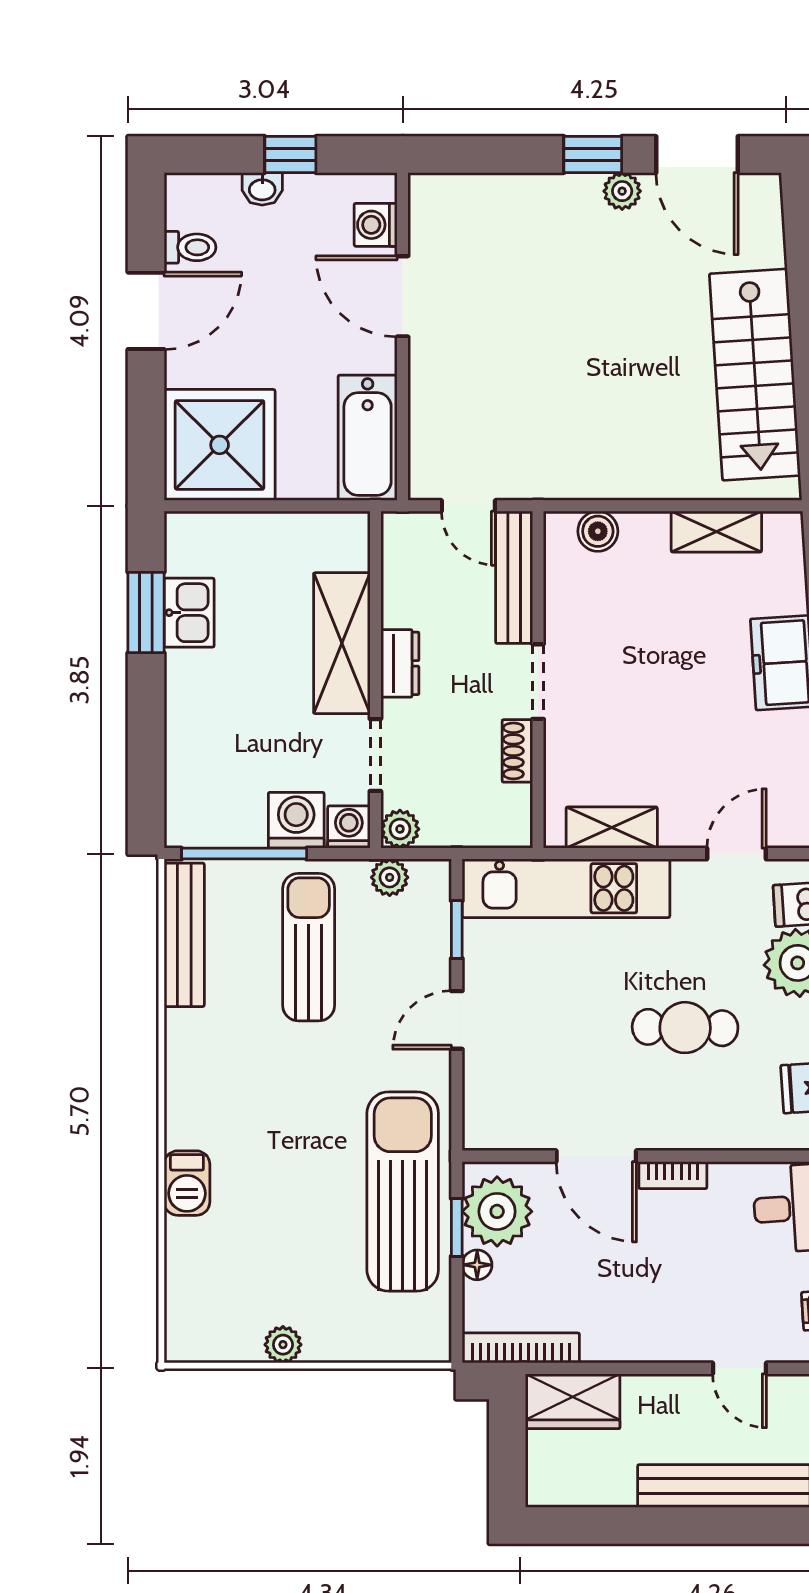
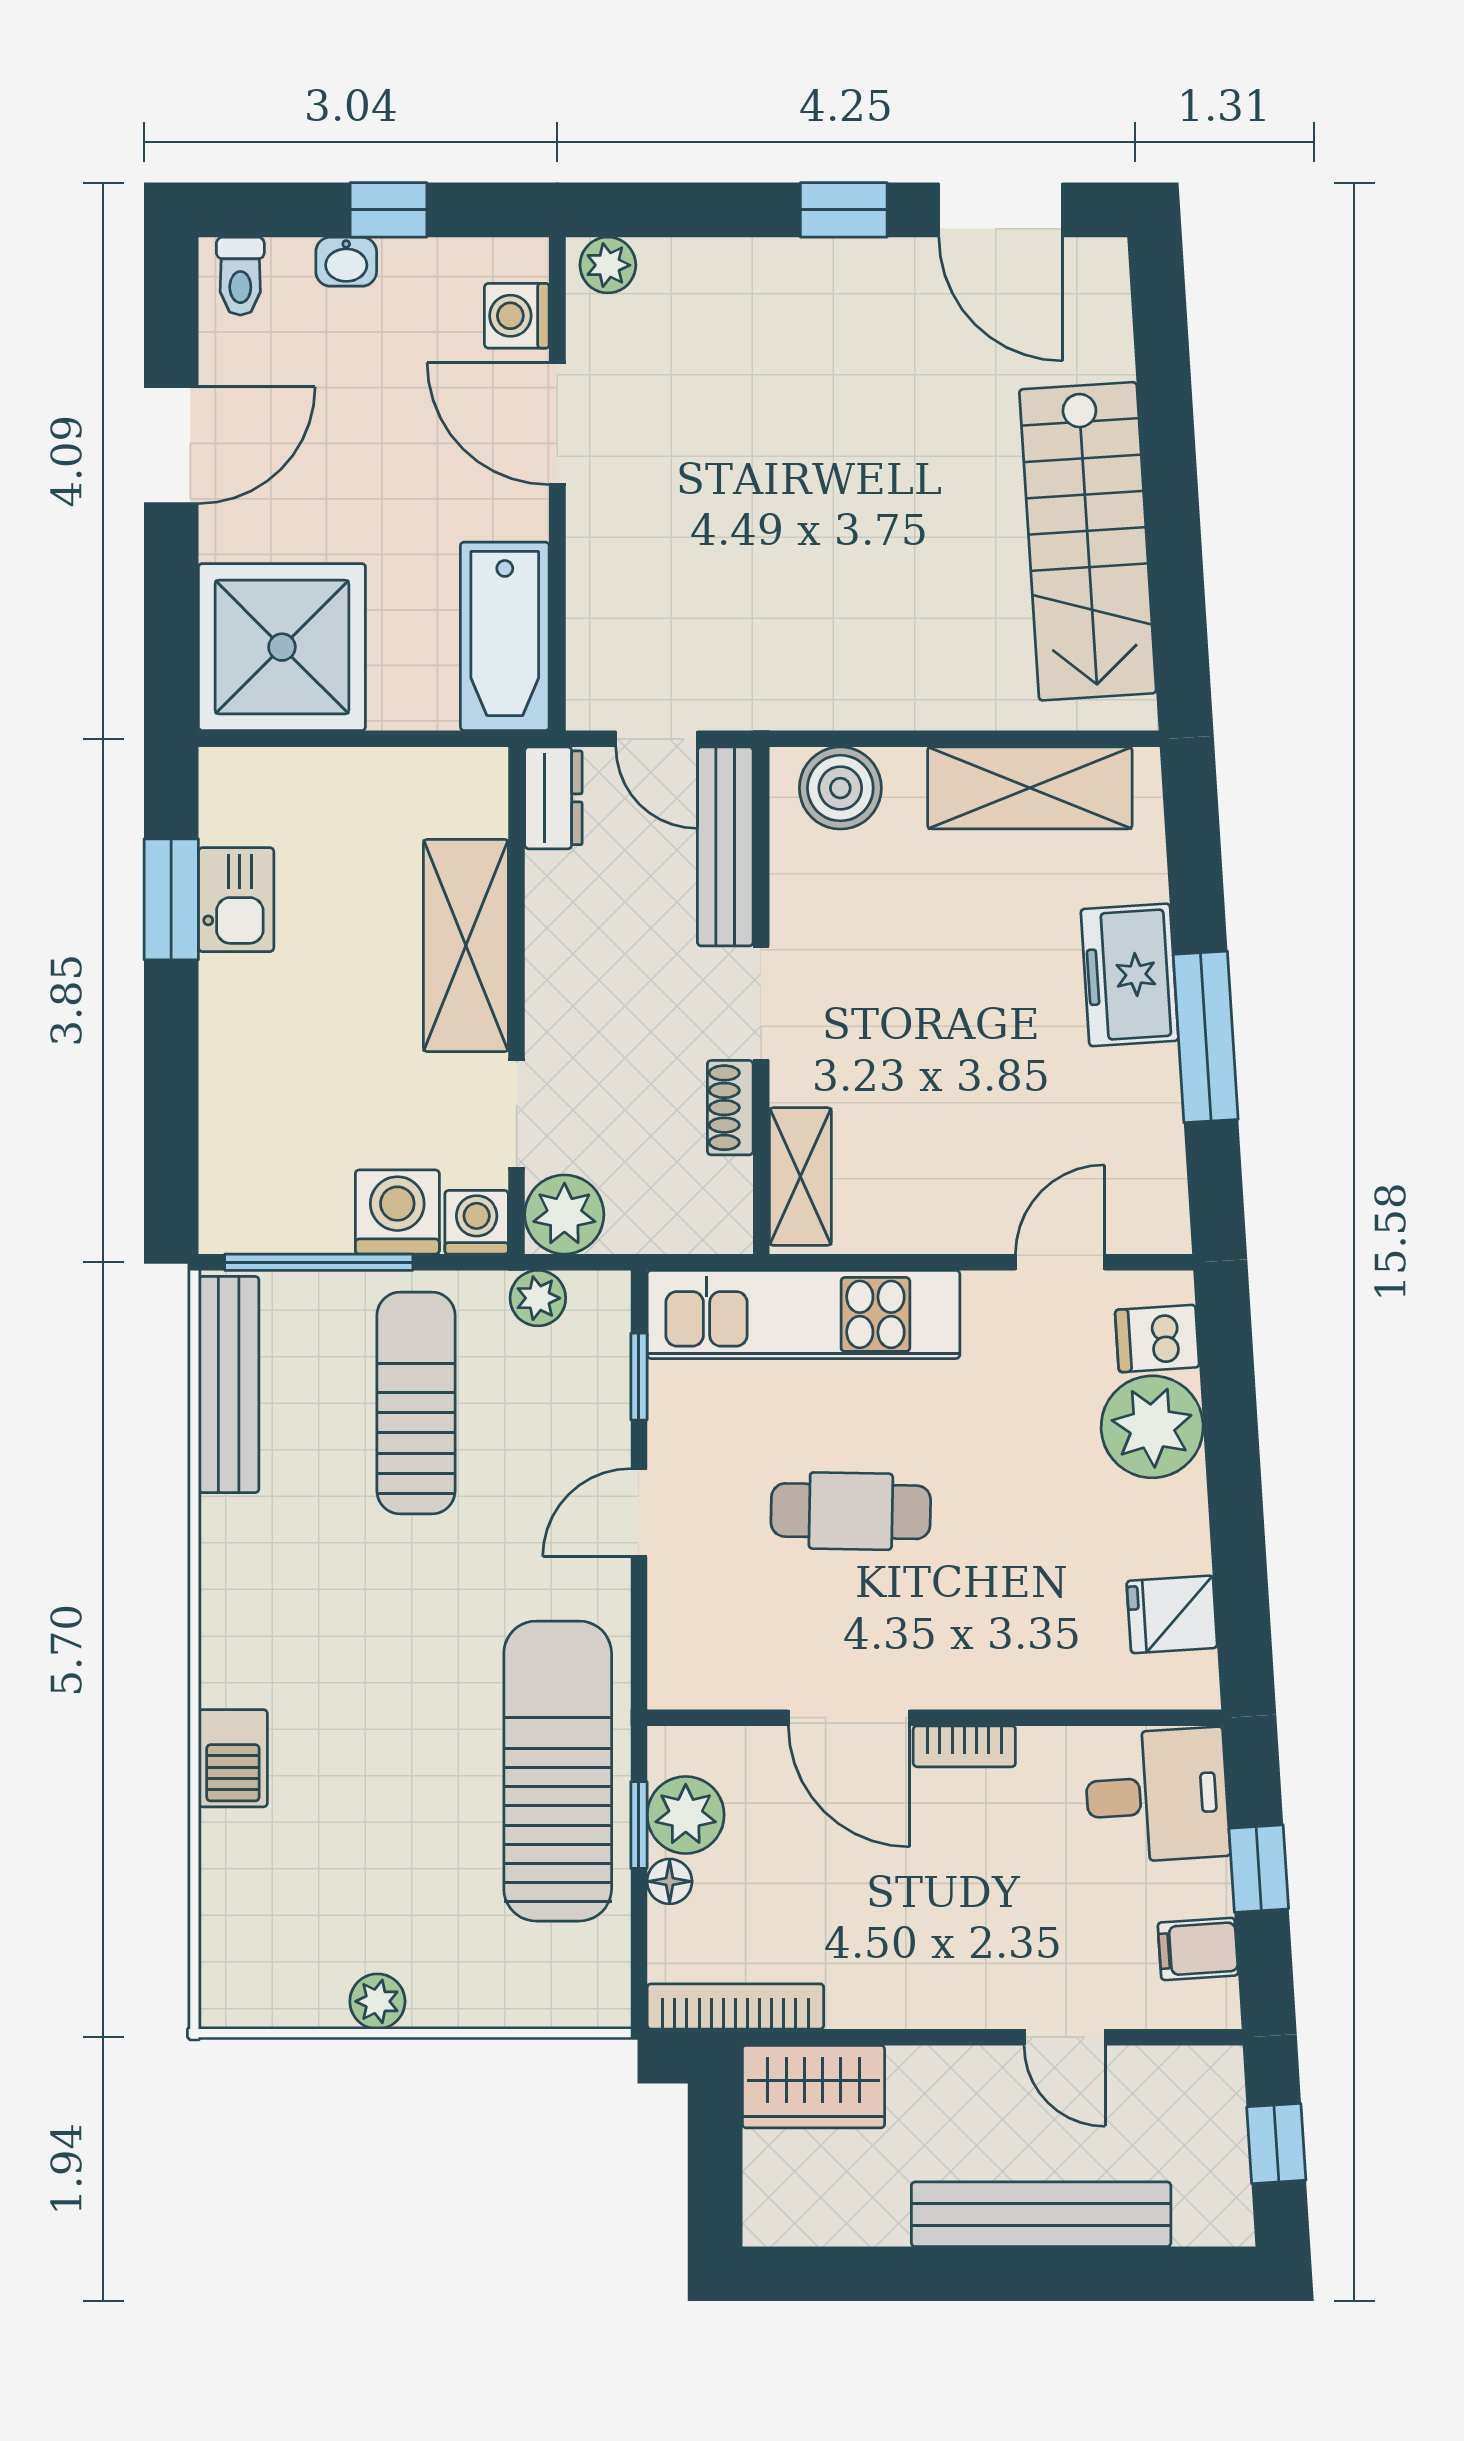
plant: (622, 191) -> (608, 265), moved
toilet: (190, 247) -> (240, 276), moved, turned 90
boiler: (598, 531) -> (840, 788), width x1.36, depth x1.36
shelving: (716, 532) -> (1030, 788), width x1.50, depth x1.33
dresser: (400, 663) -> (553, 798), moved
shelving: (612, 828) -> (800, 1177), moved, turned 90
plant: (400, 829) -> (564, 1214), width x1.38, depth x1.38
cafe table: (685, 1028) -> (851, 1511), moved
plant: (497, 1211) -> (686, 1815), width x0.73, depth x0.73

